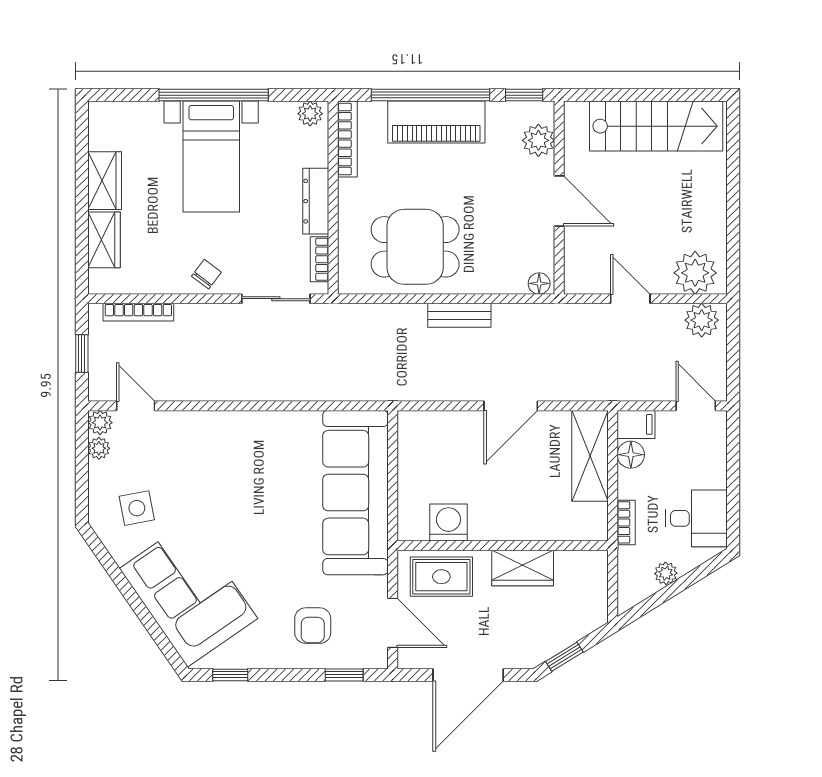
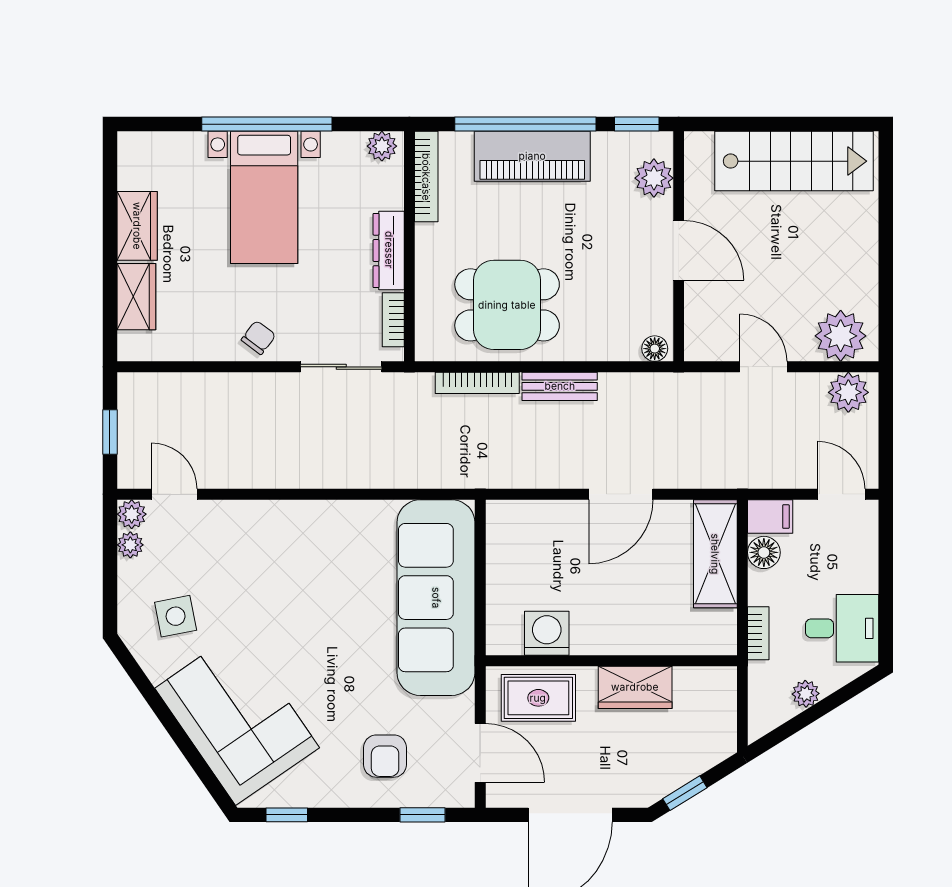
bookcase: (138, 312) -> (477, 383), moved

